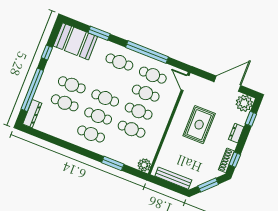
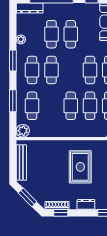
cafe table: (105, 98) -> (90, 70), moved
rug: (199, 125) -> (80, 167), turned 90
cafe table: (132, 129) -> (32, 106), moved
plant: (58, 133) -> (21, 39), added
window: (75, 149) -> (13, 61), added

